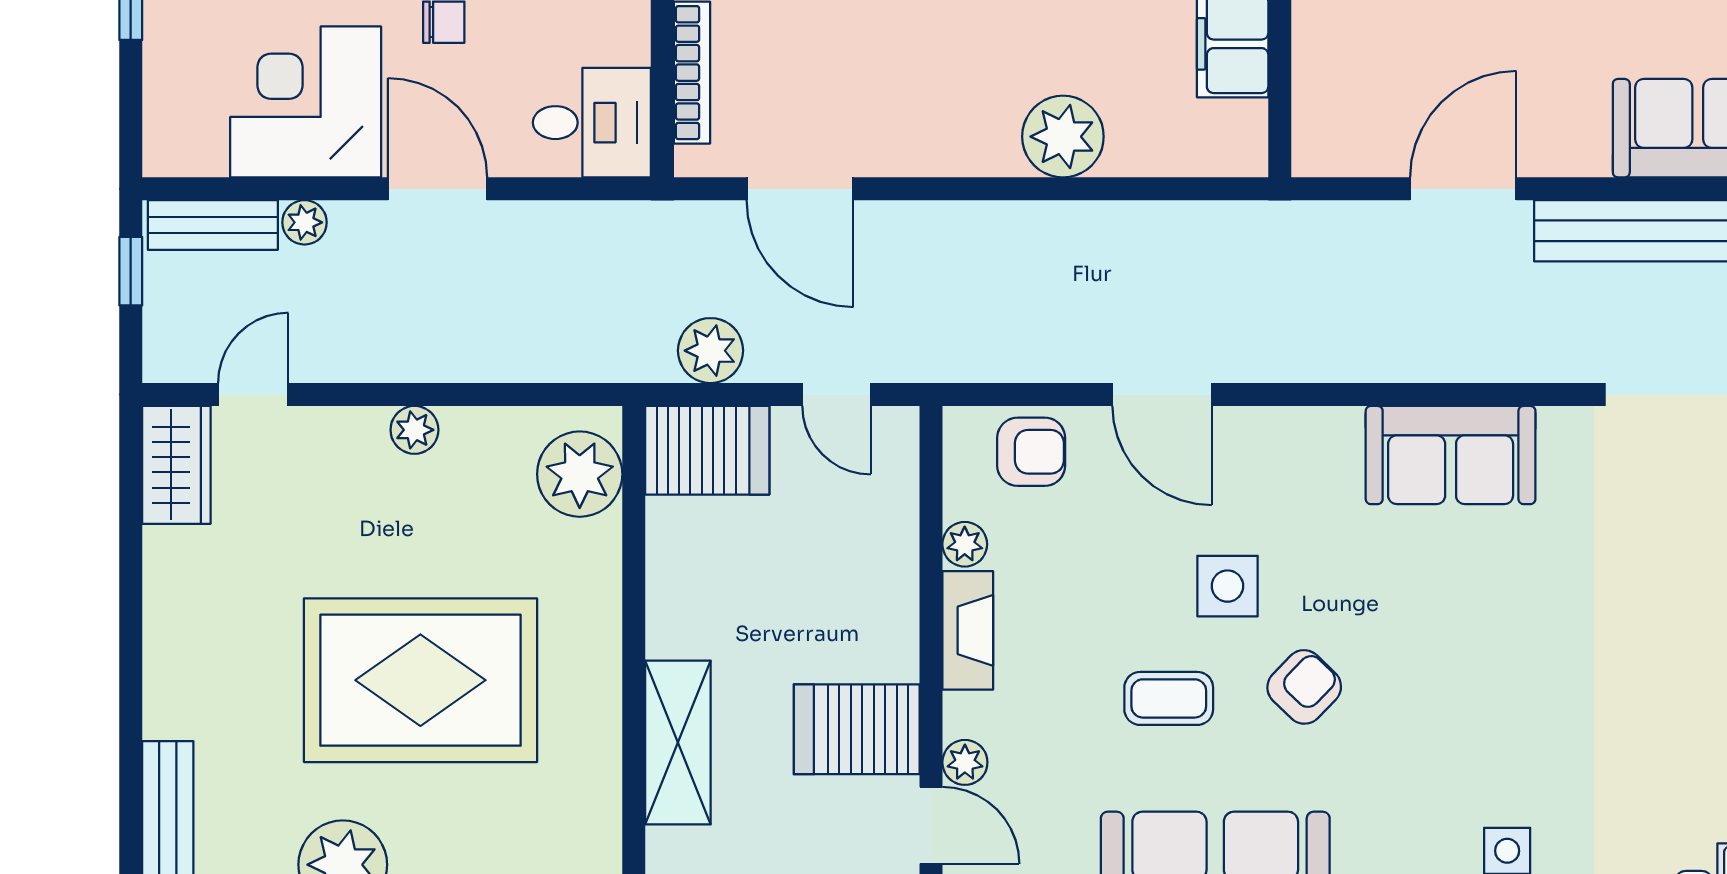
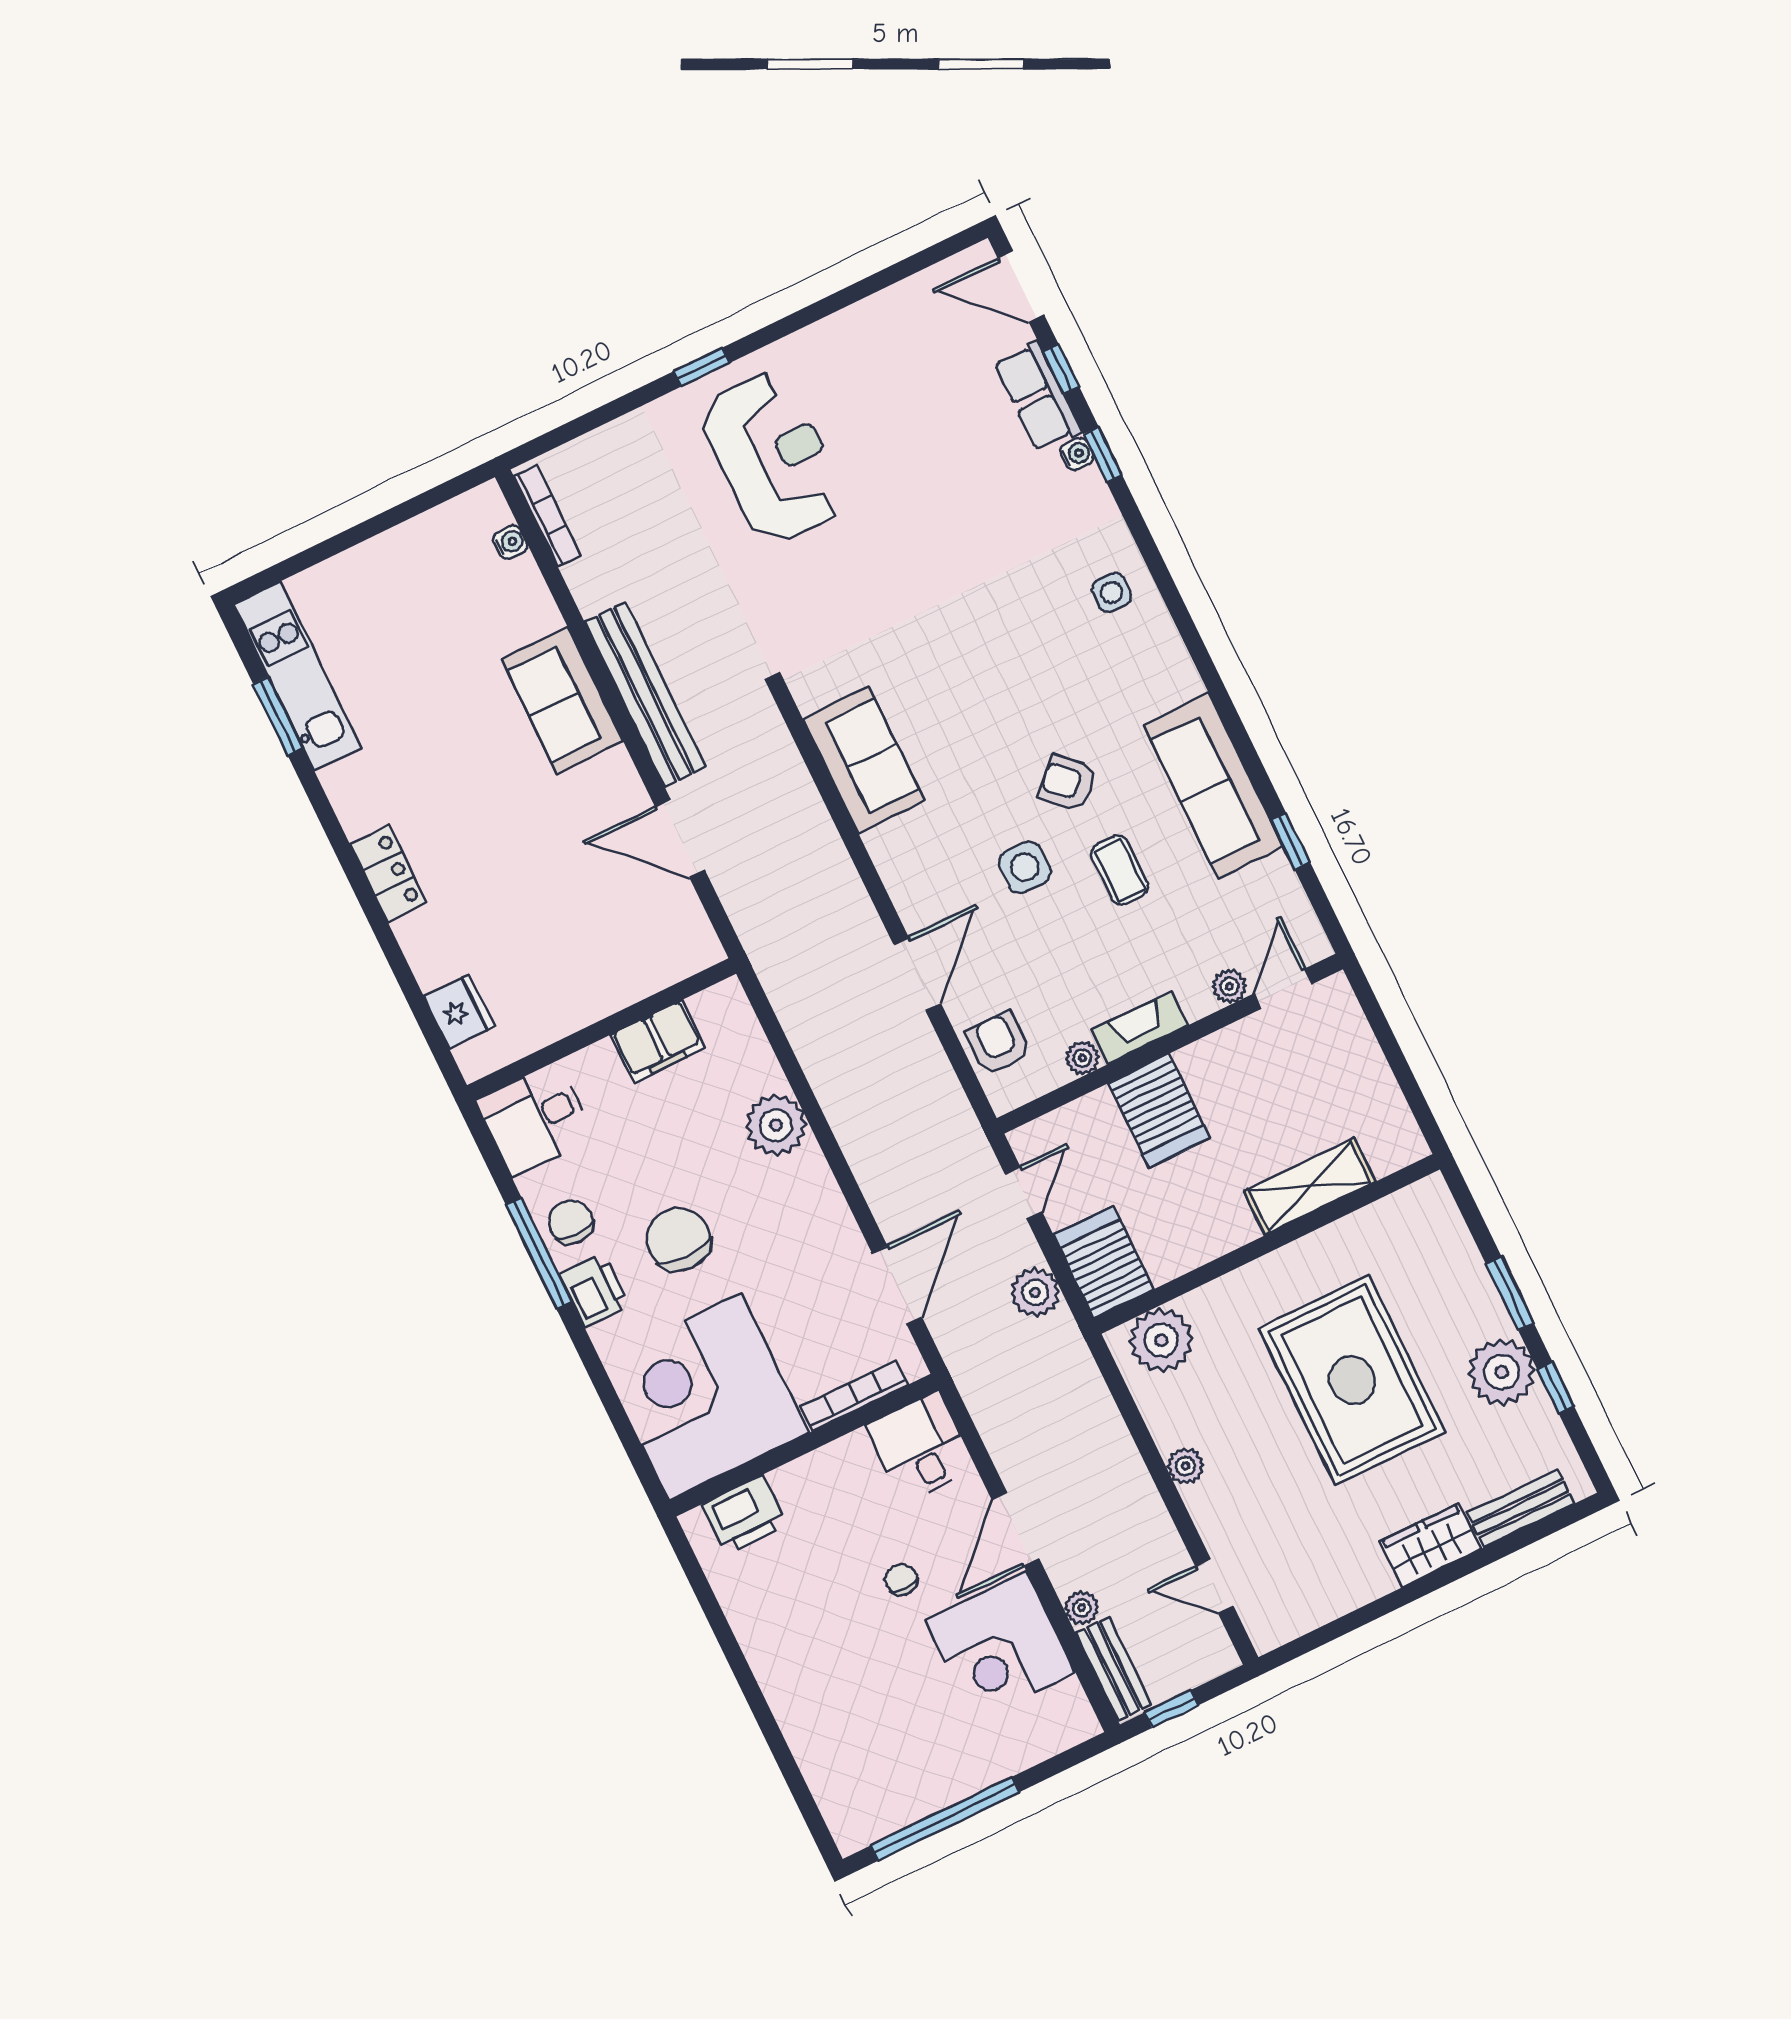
wardrobe: (176, 465) -> (1430, 1545), moved
server rack: (857, 729) -> (1159, 1111), moved

